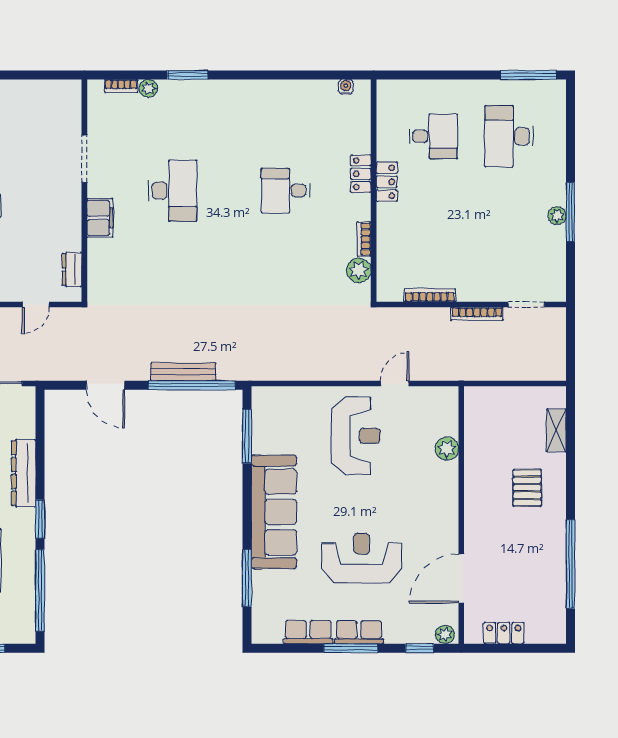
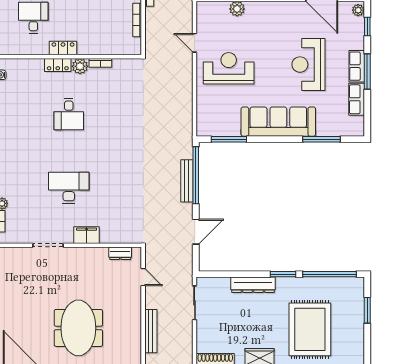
plant: (359, 270) -> (80, 66), moved

